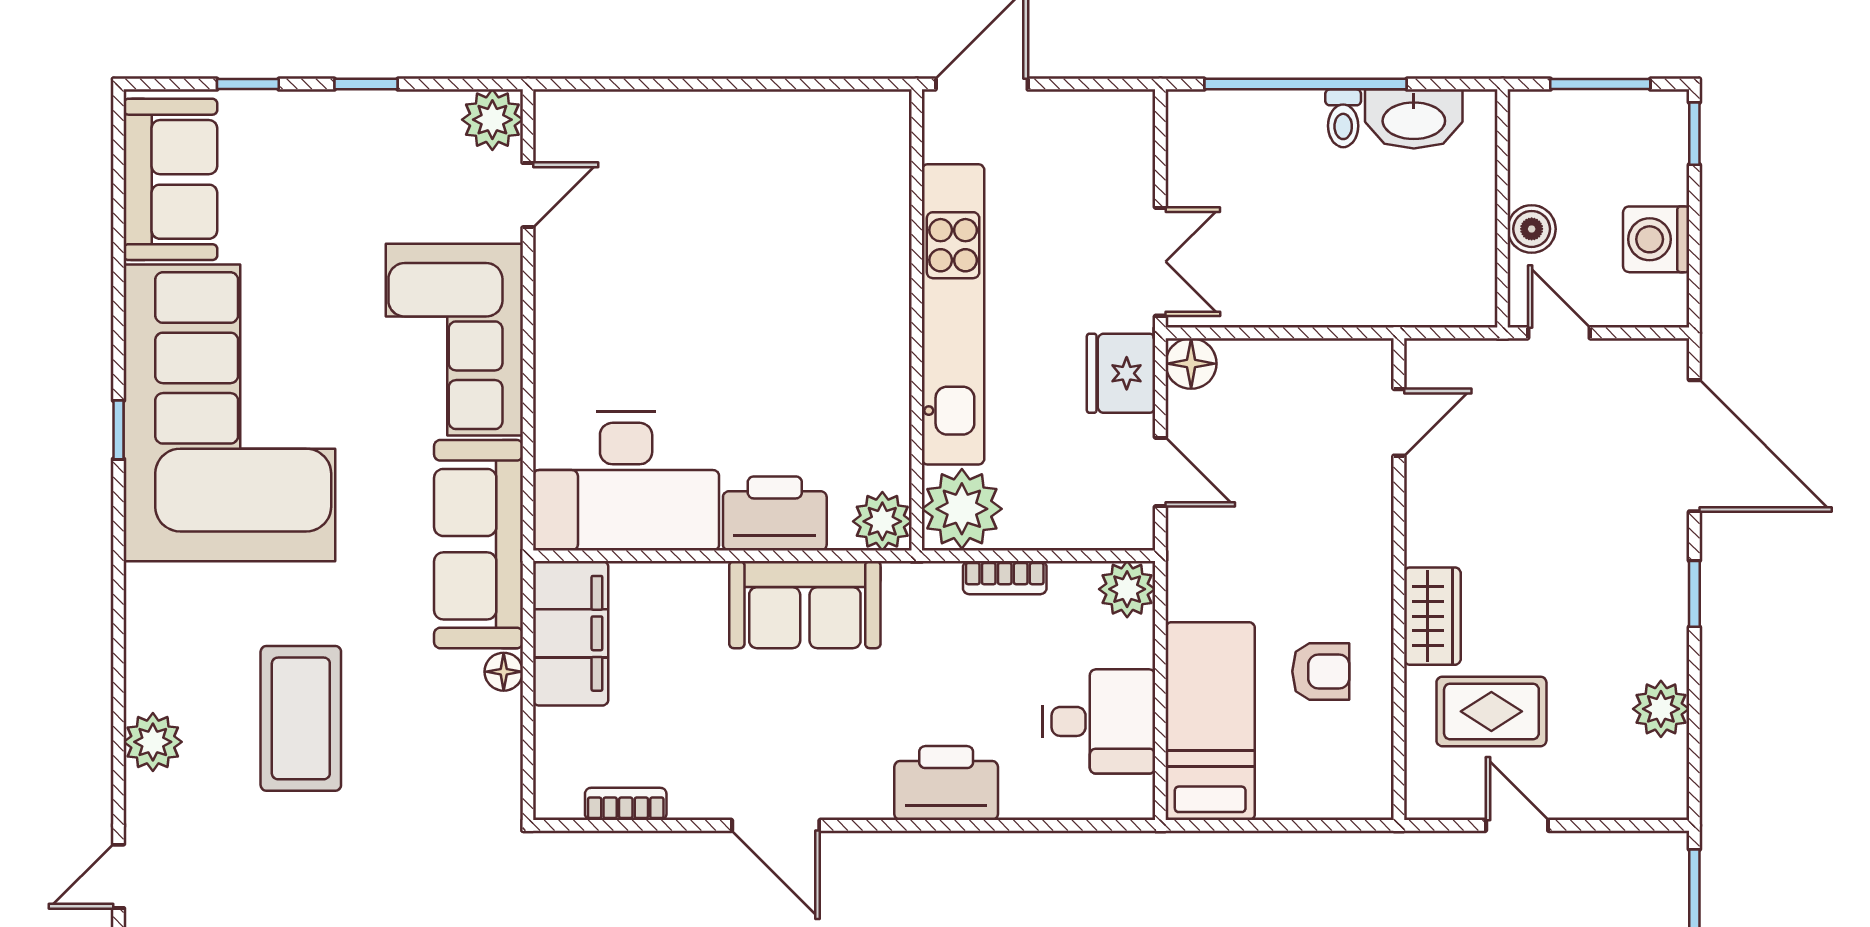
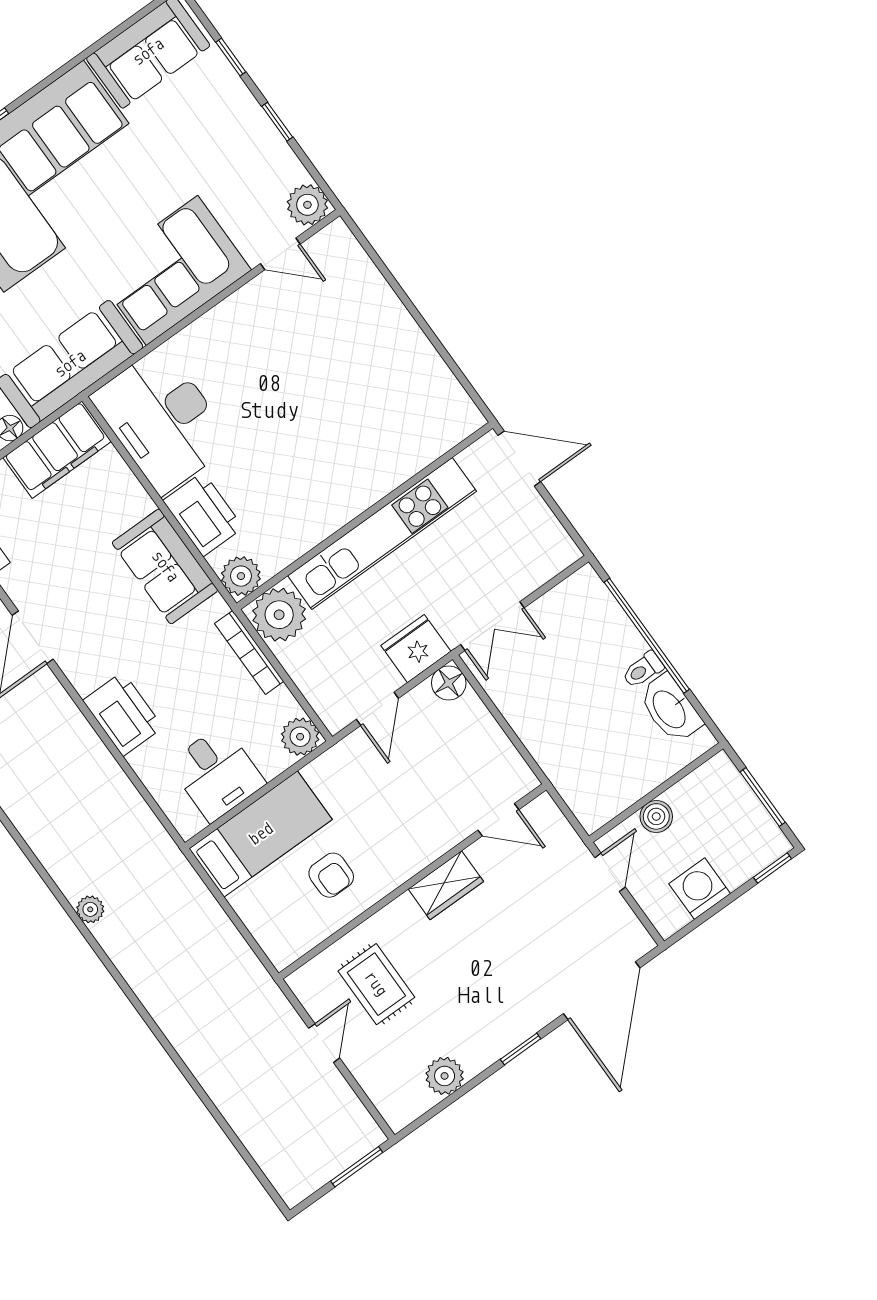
bookcase: (1005, 578) -> (249, 652), width x1.56
wardrobe: (1432, 616) -> (446, 885), moved

